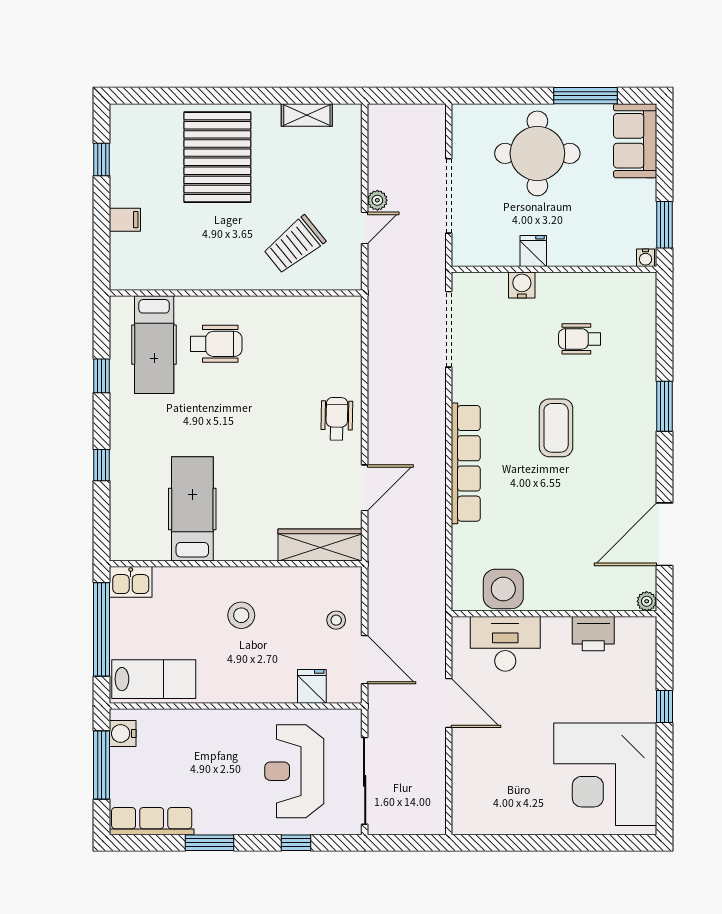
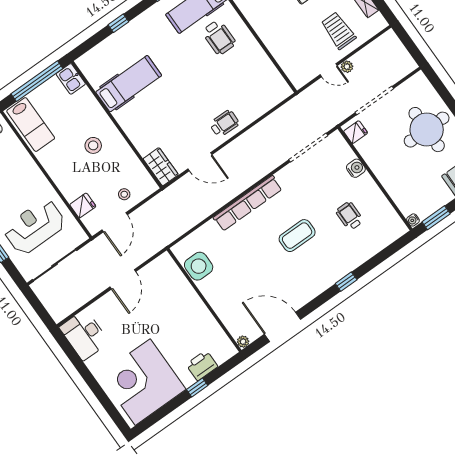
trolley: (294, 245) -> (338, 31), moved, turned 39
fridge: (533, 251) -> (356, 132), moved
window: (664, 406) -> (346, 282), width x0.67
wardrobe: (320, 545) -> (161, 167), width x0.67
printer: (593, 634) -> (202, 365), moved, turned 90
desk: (505, 644) -> (84, 335), moved, turned 180

